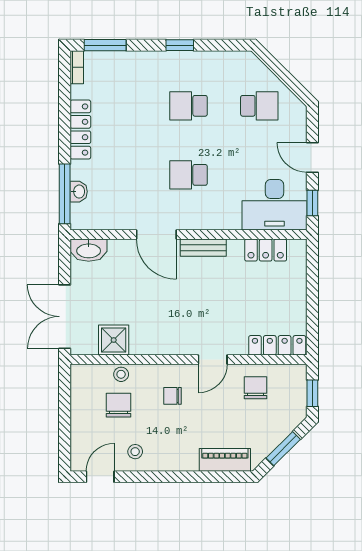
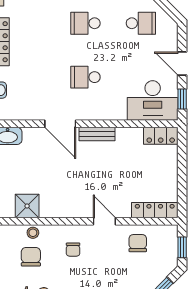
locker: (266, 250) -> (161, 136), moved
door: (213, 359) -> (104, 221), swing flipped
chair: (173, 396) -> (73, 250), turned -90

